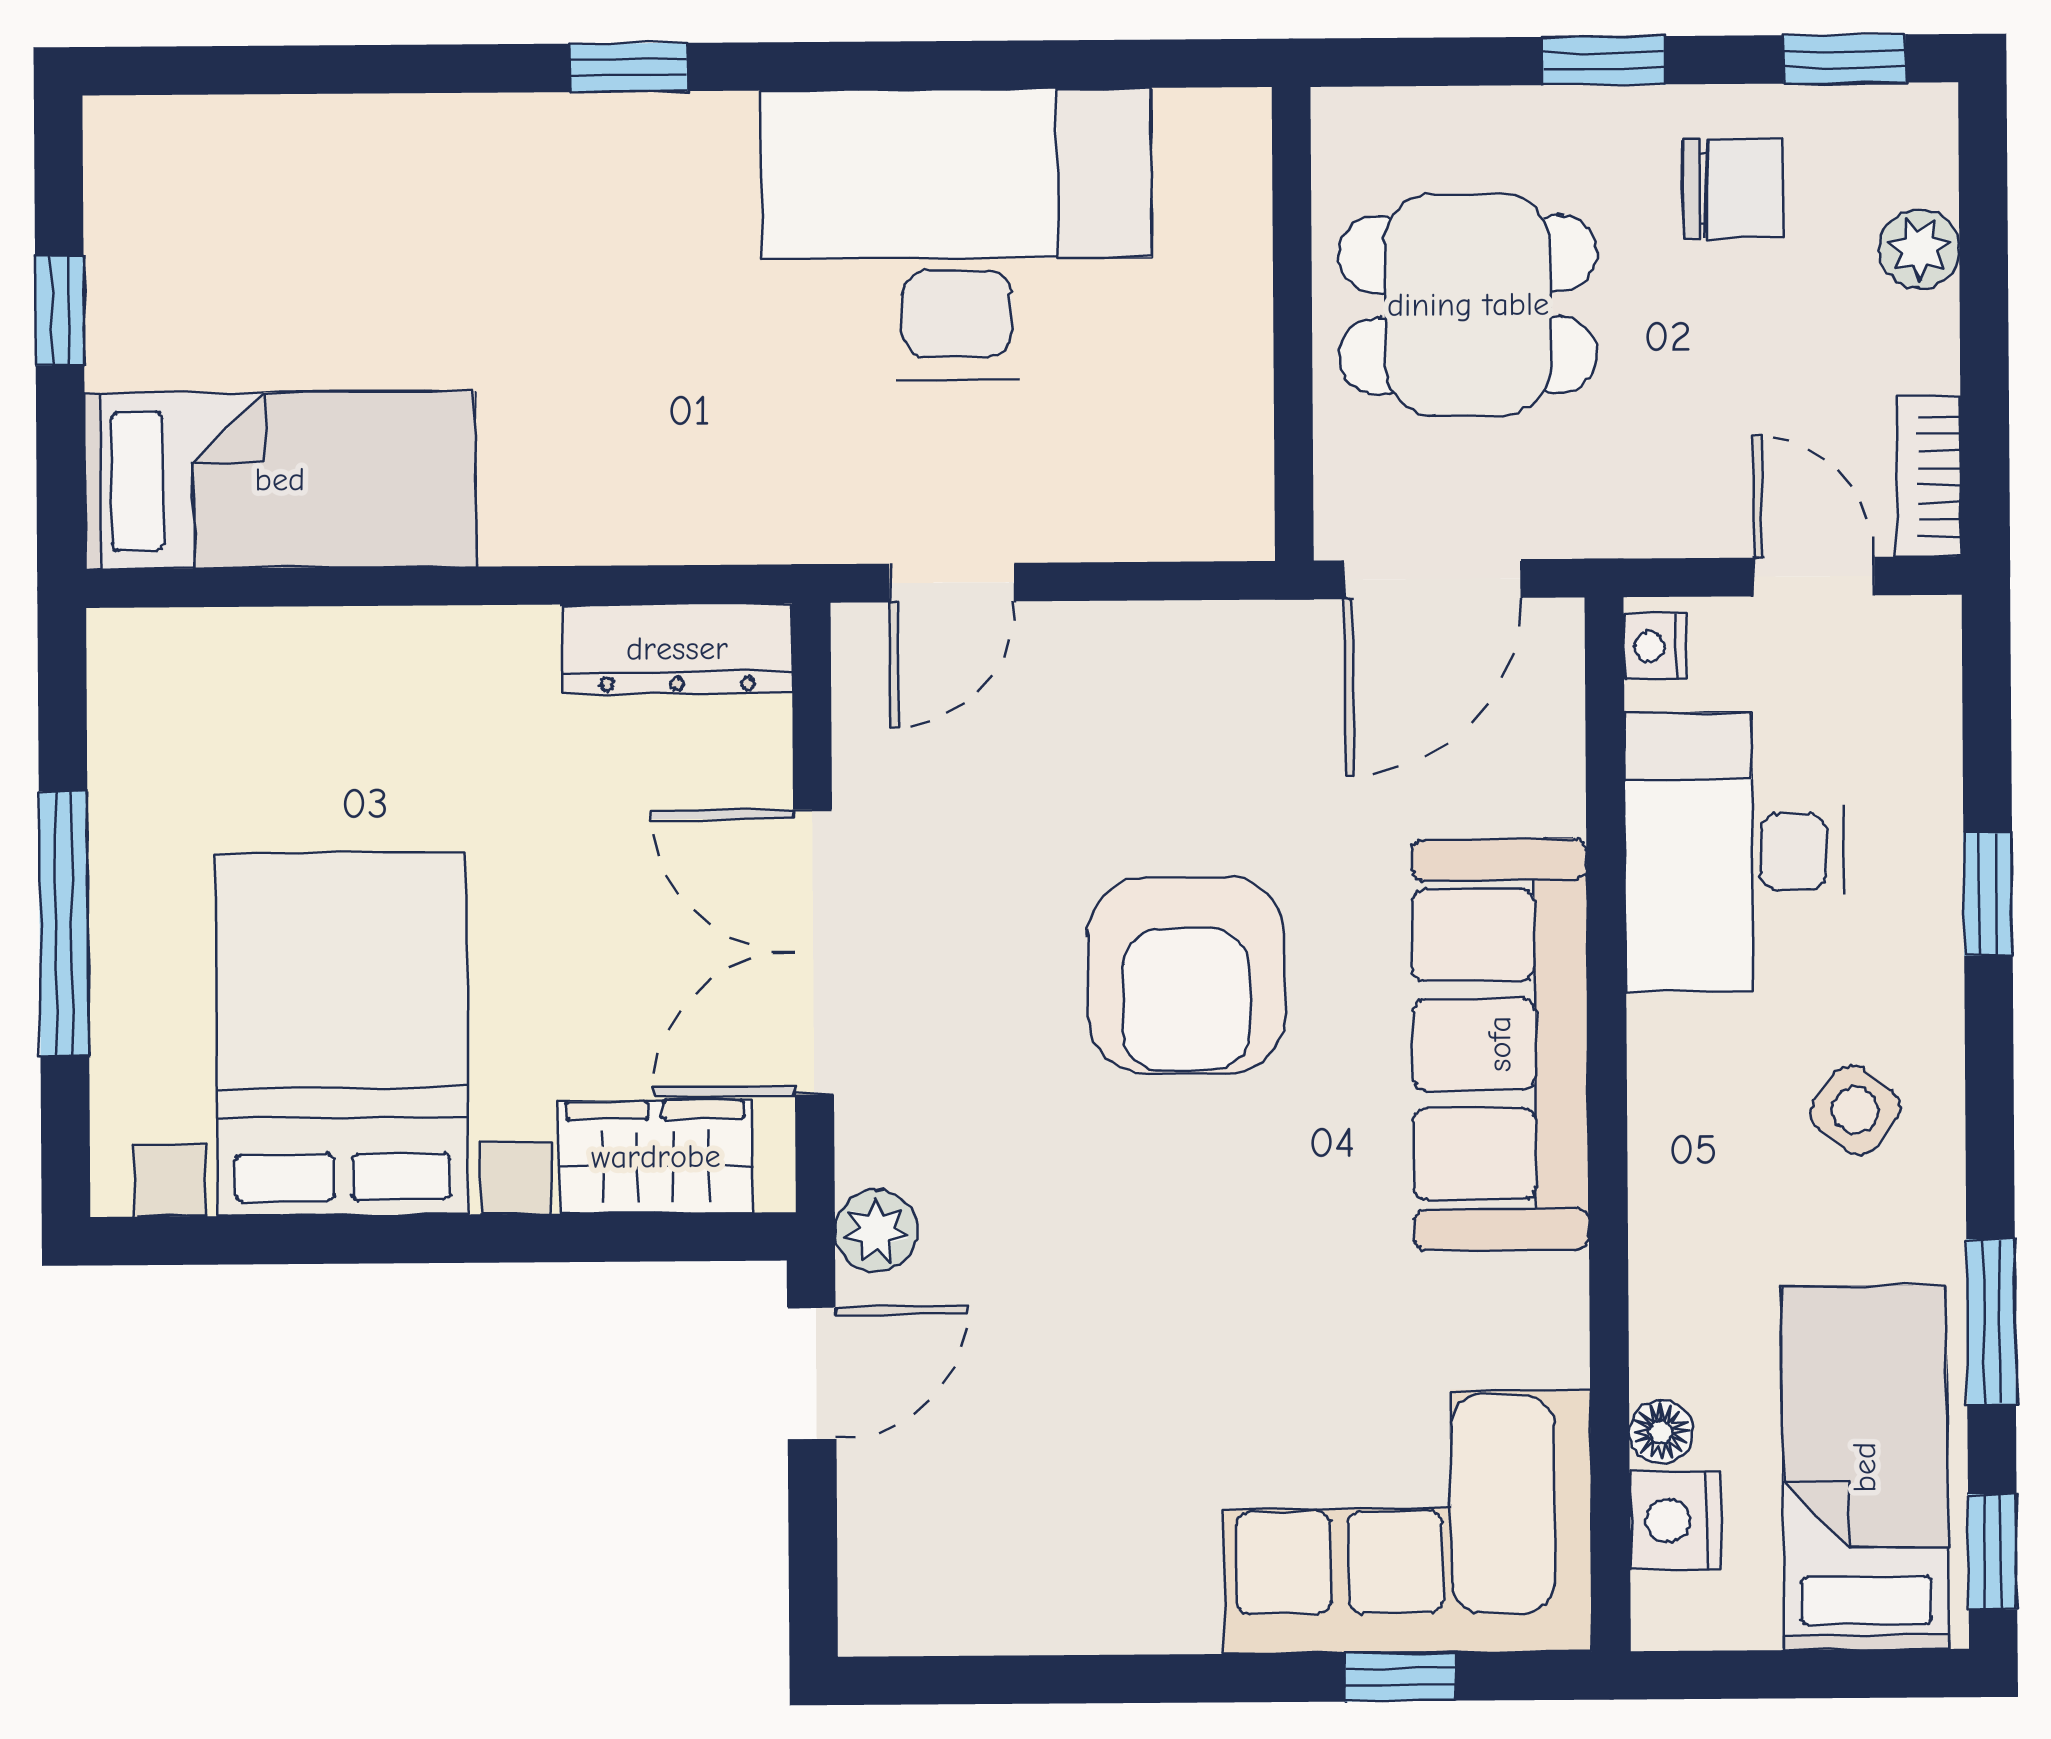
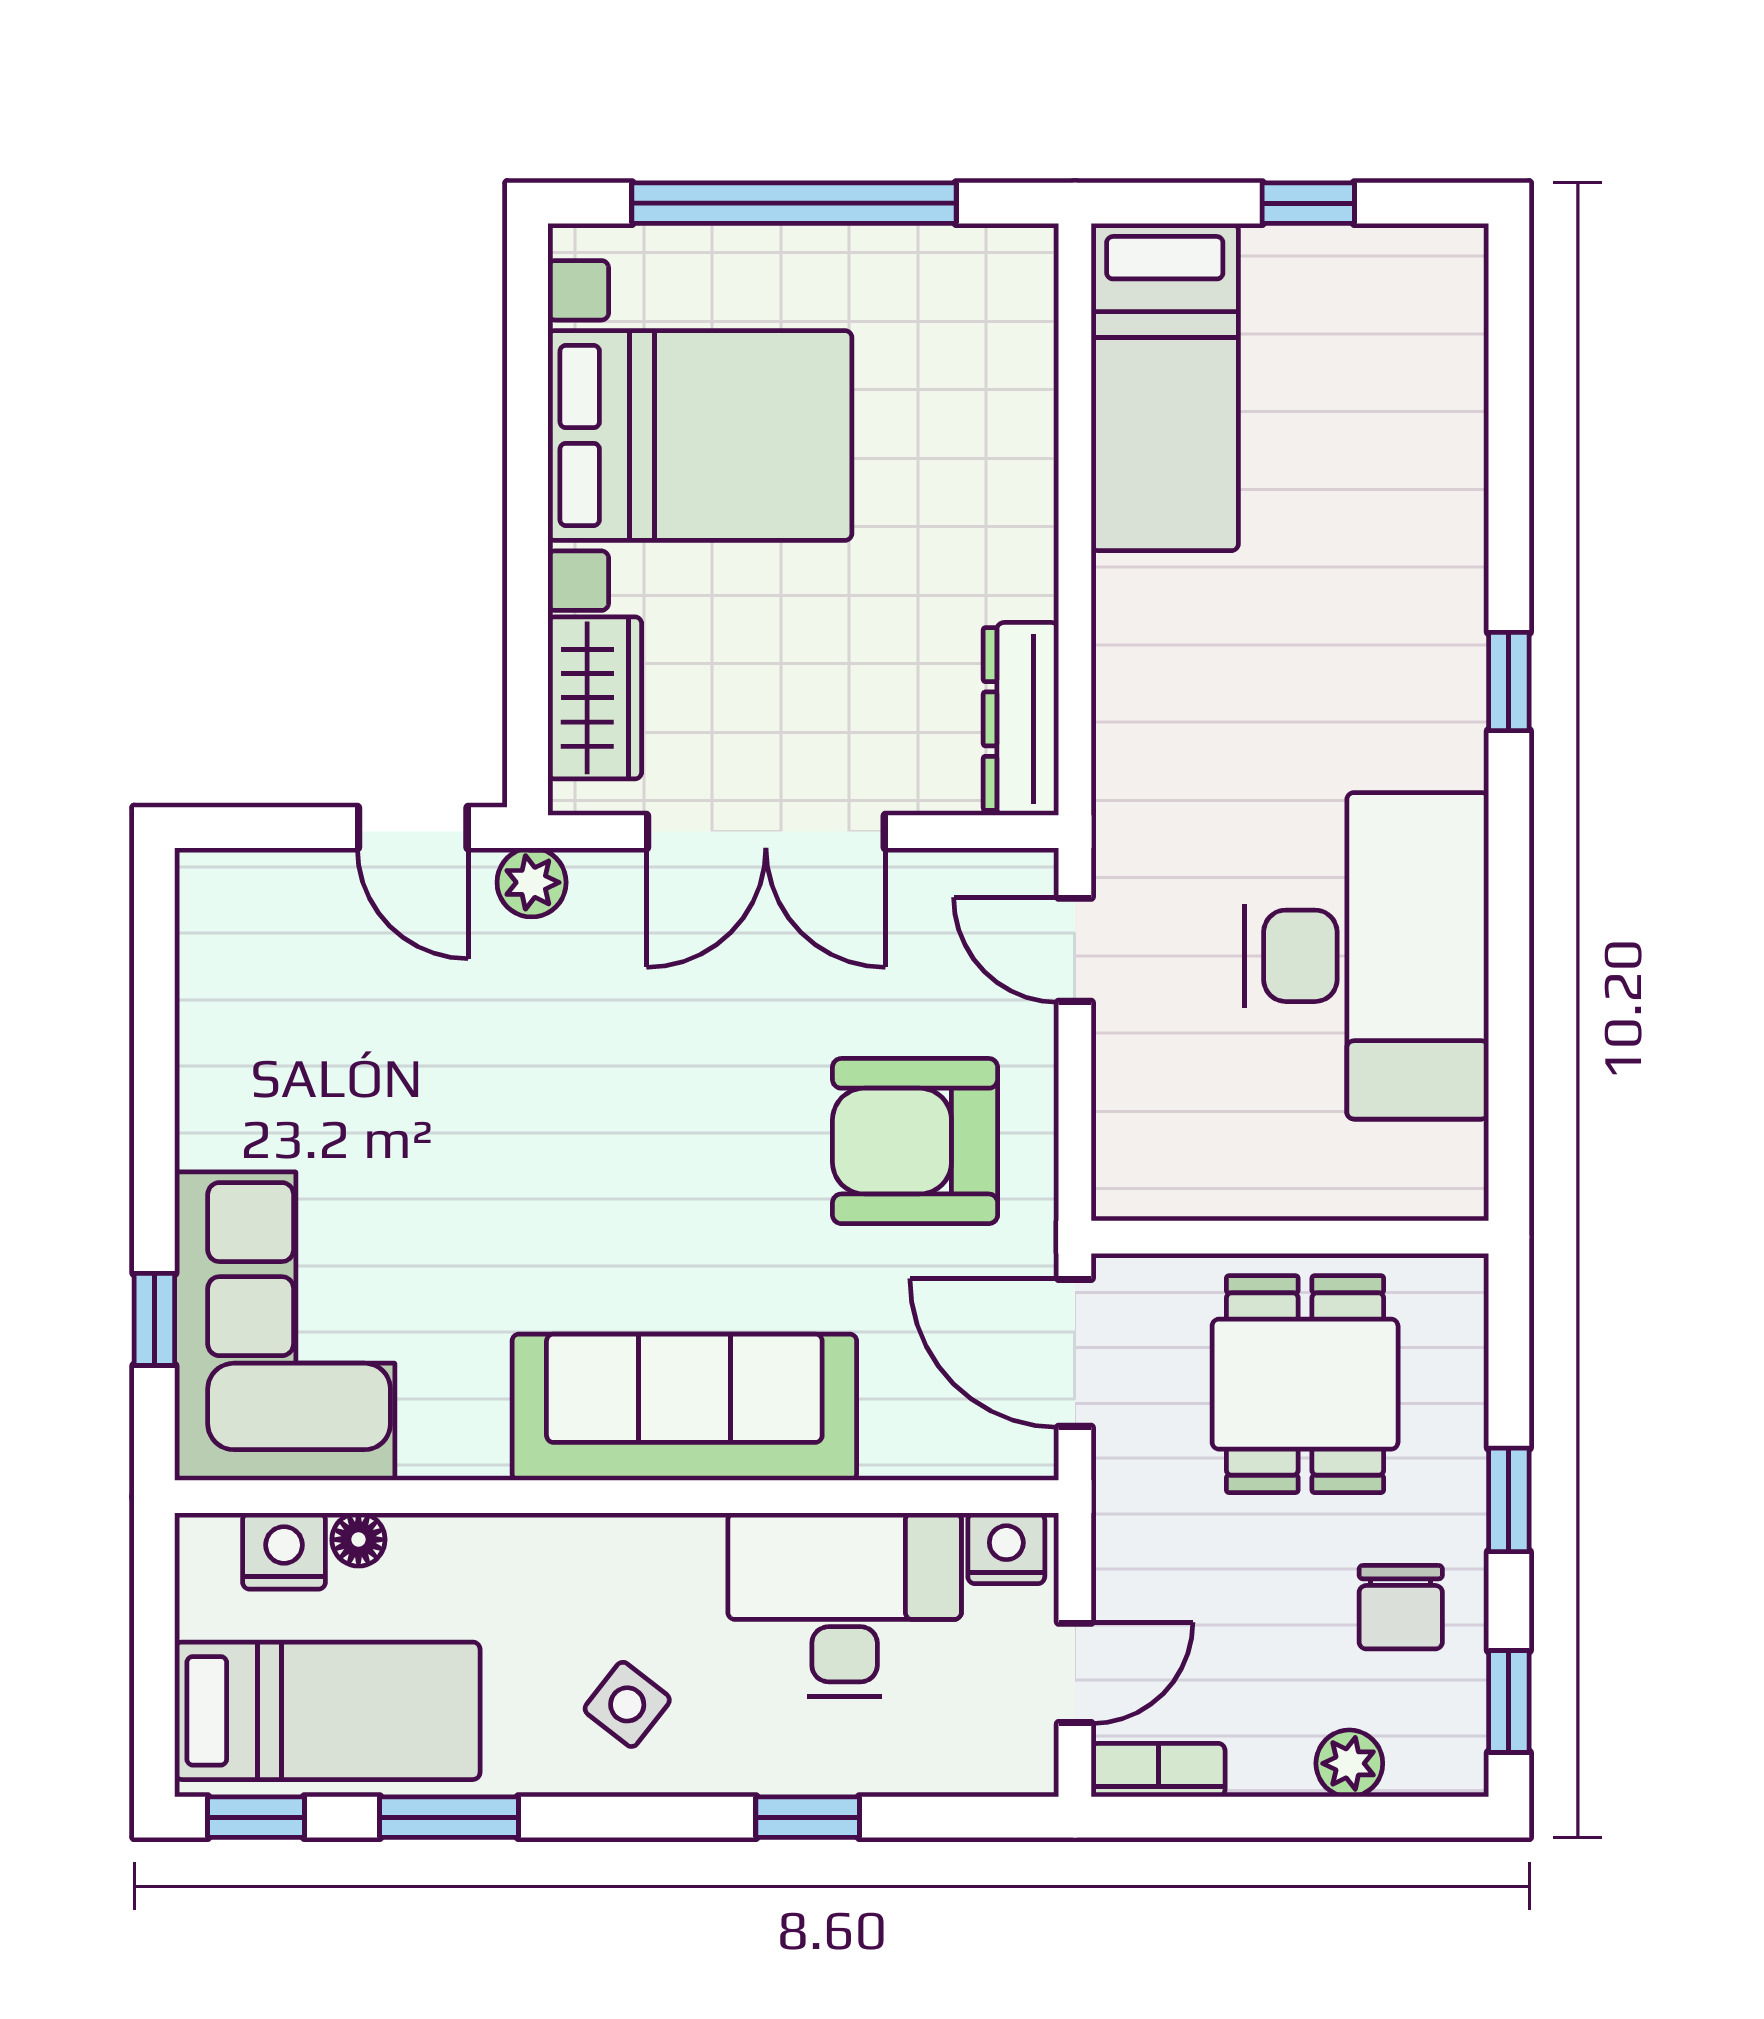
nightstand: (1655, 647) -> (1006, 1548), width x1.39, depth x1.35
window: (64, 924) -> (794, 203), width x1.46
double door: (814, 952) -> (766, 832), swing flipped
armchair: (1186, 976) -> (915, 1141), moved

